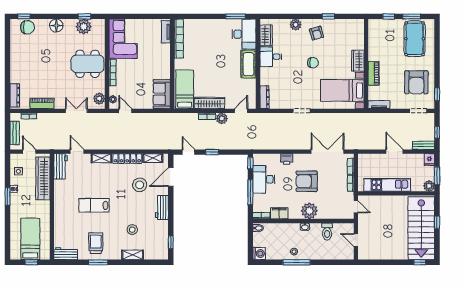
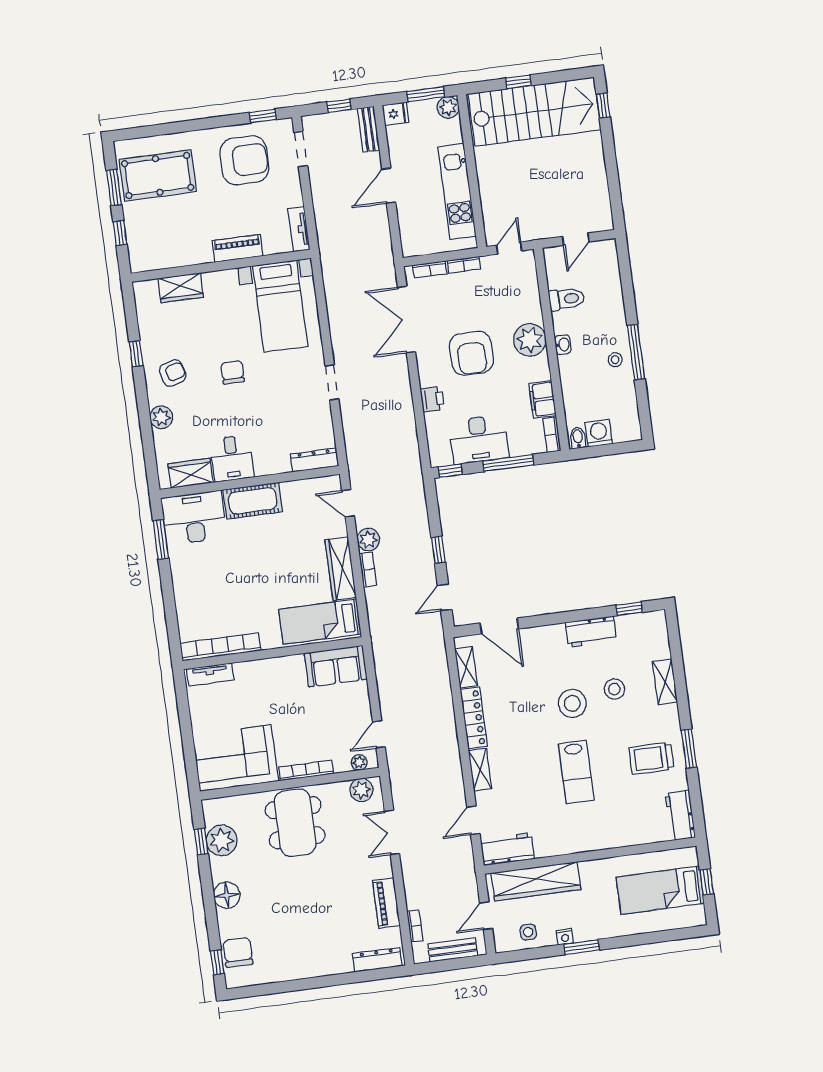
wardrobe: (358, 61) -> (181, 288), moved
stool: (140, 185) -> (572, 703), moved
workbench: (162, 207) -> (591, 632), moved
washing machine: (259, 254) -> (599, 433), moved

